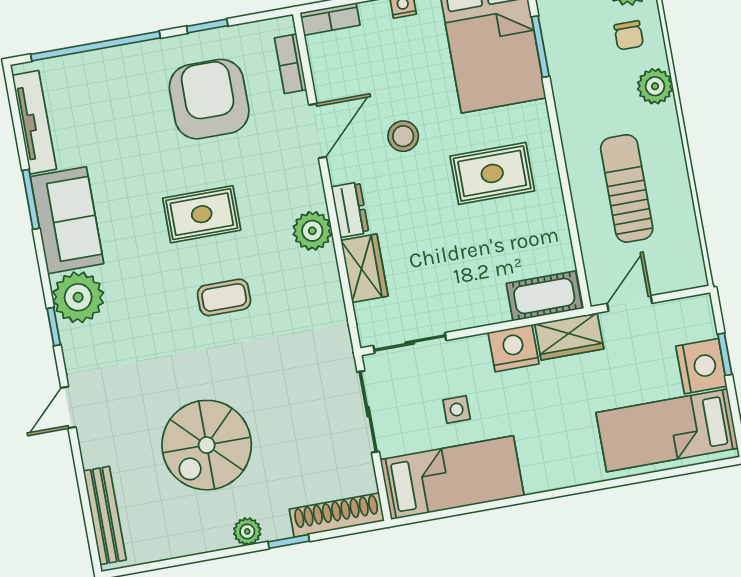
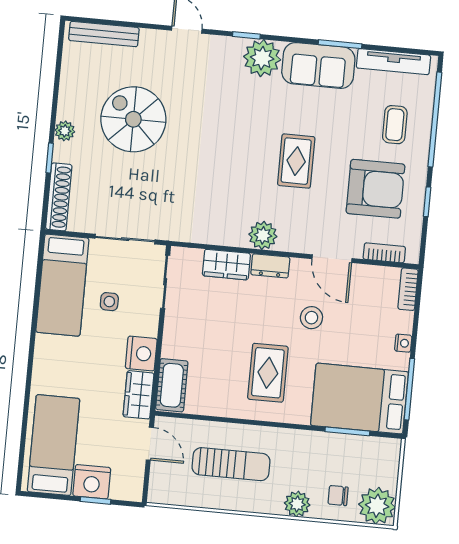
coffee table: (224, 297) -> (395, 125), moved

